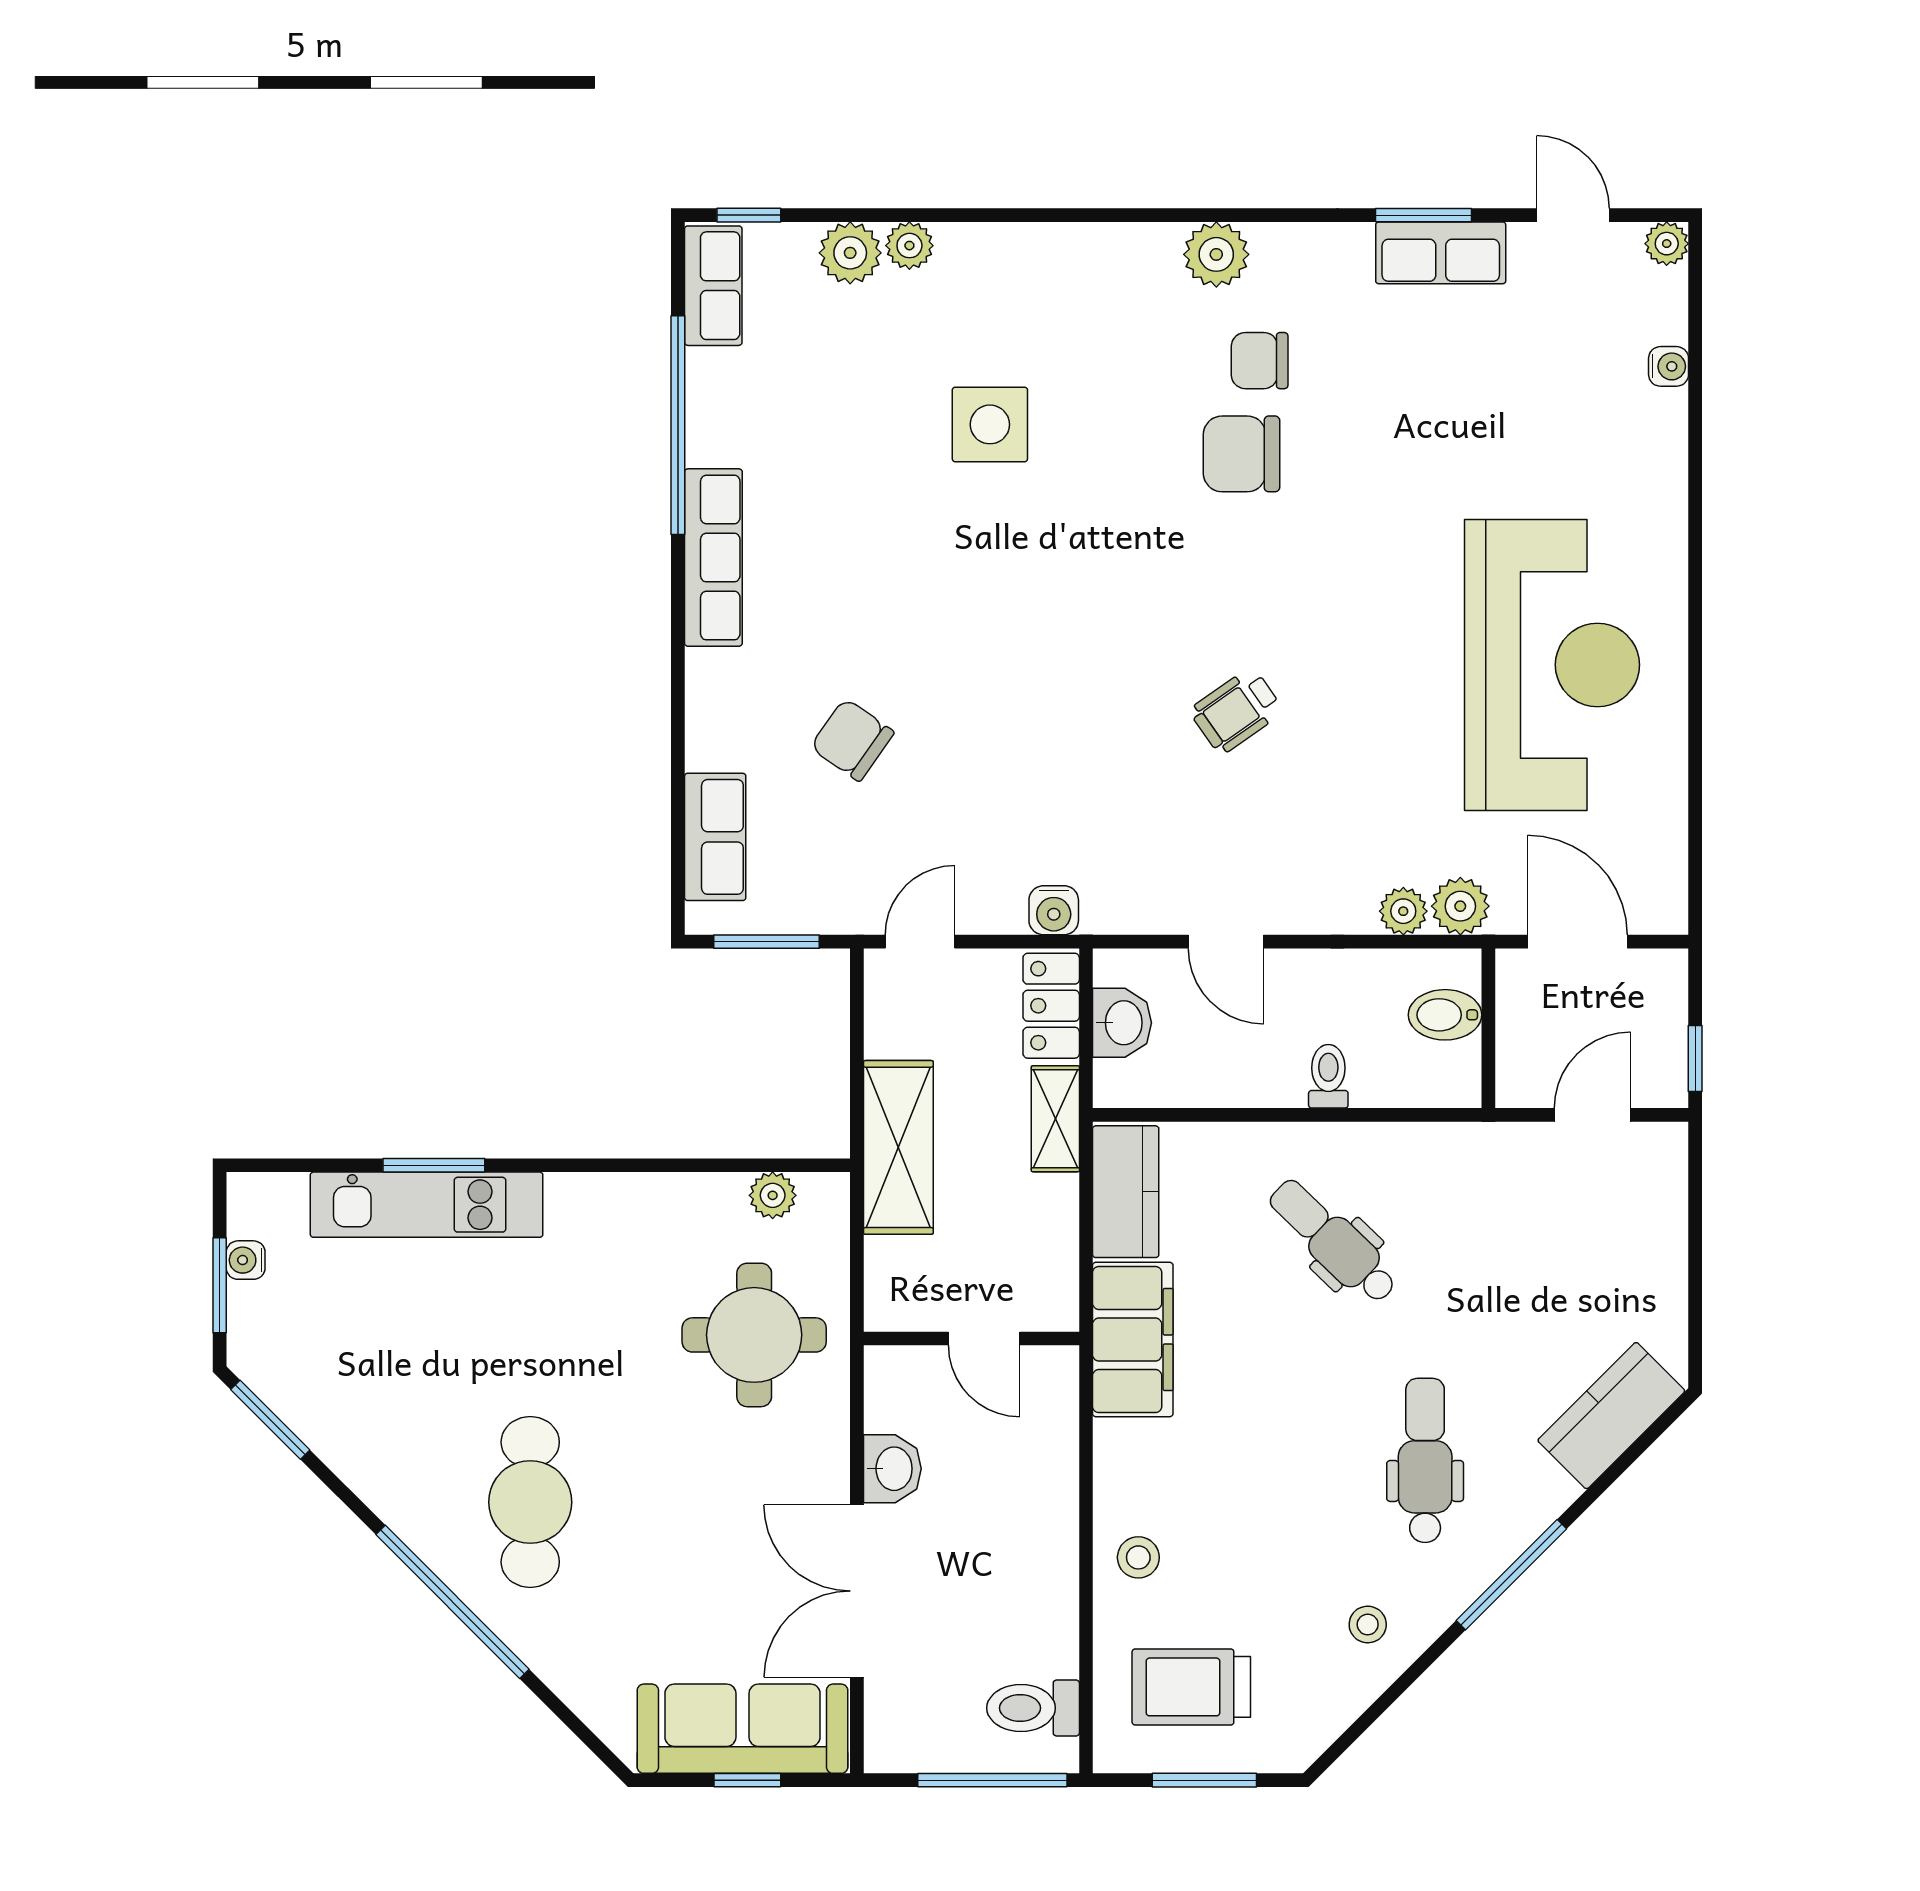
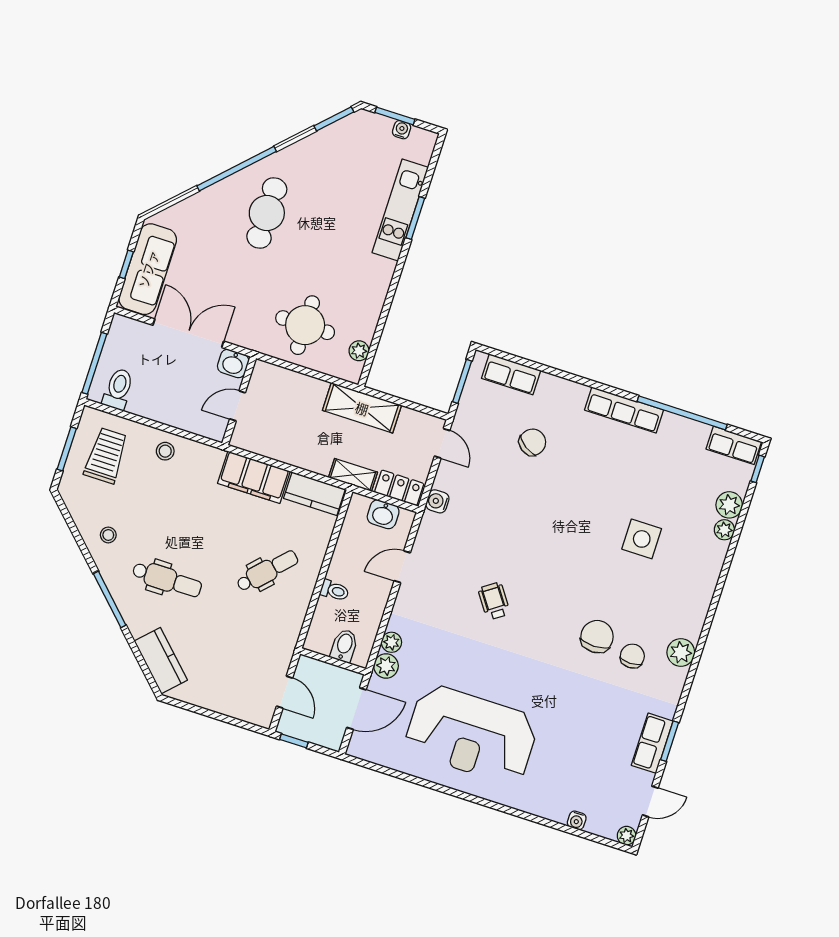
wall: (971, 1339) -> (239, 401), moved
door: (984, 1339) -> (238, 406), moved
cafe table: (530, 1502) -> (267, 213), turned 90

